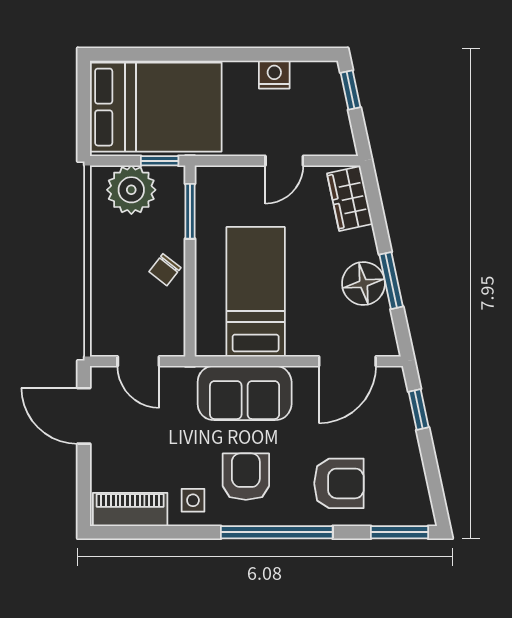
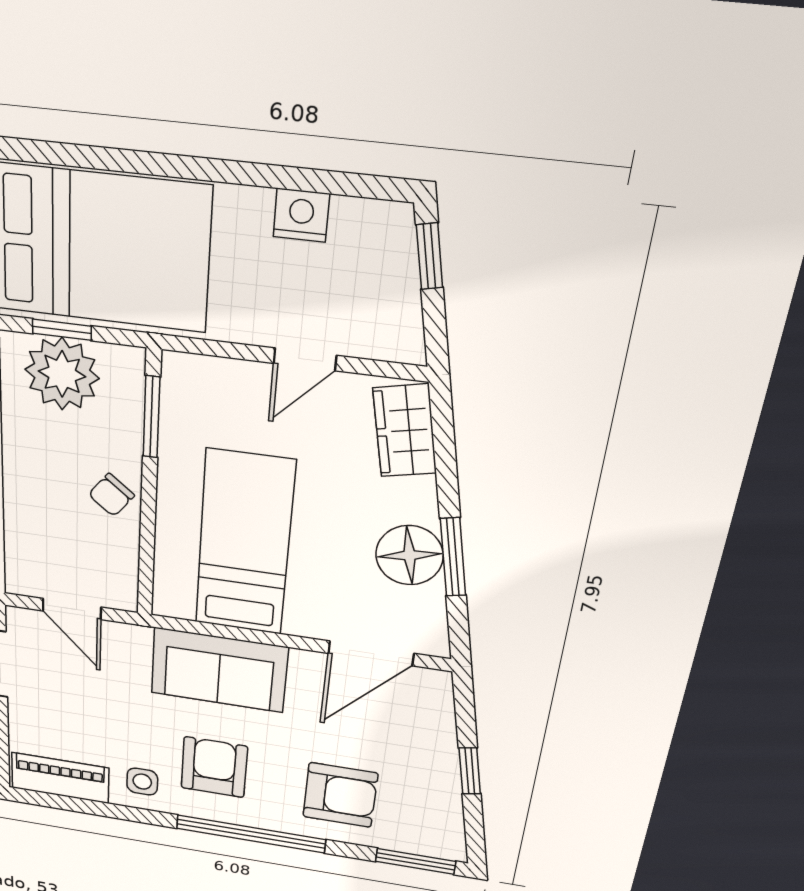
window: (160, 161) -> (62, 330), moved
window: (419, 410) -> (470, 771), moved

